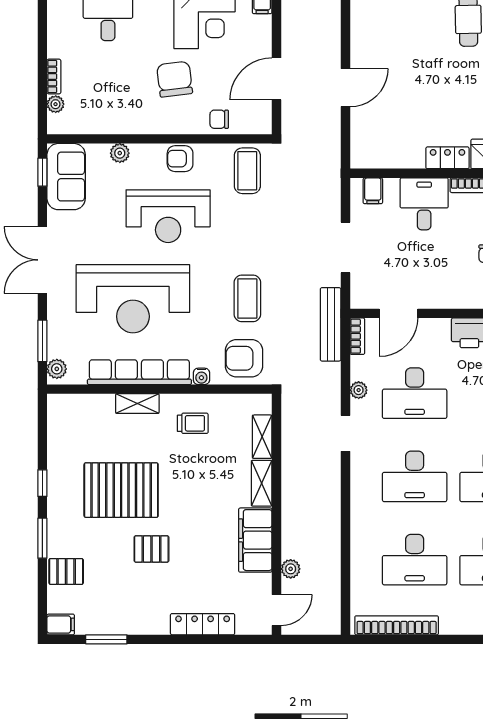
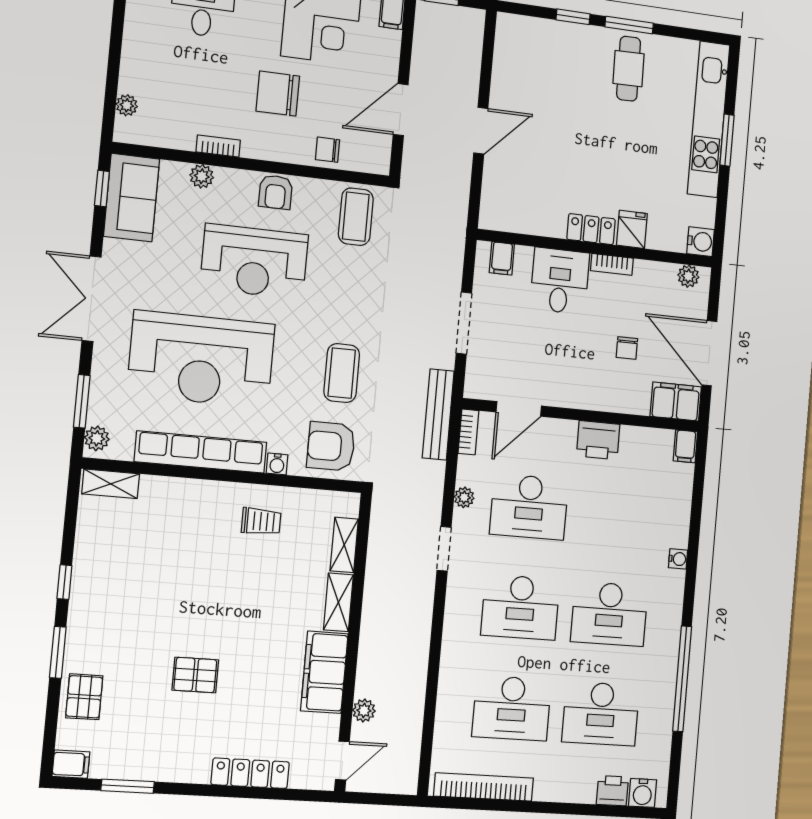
bookcase: (54, 76) -> (218, 146), moved, turned -90
chair: (175, 79) -> (278, 94), turned -83
armchair: (180, 159) -> (276, 192), turned -90
shelving: (137, 404) -> (111, 484), moved
pallet: (121, 490) -> (164, 598), removed
pallet: (66, 571) -> (84, 697), turned 90

